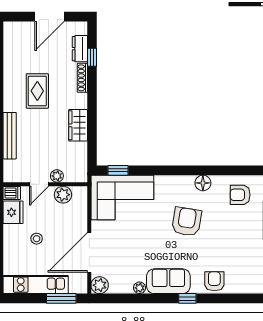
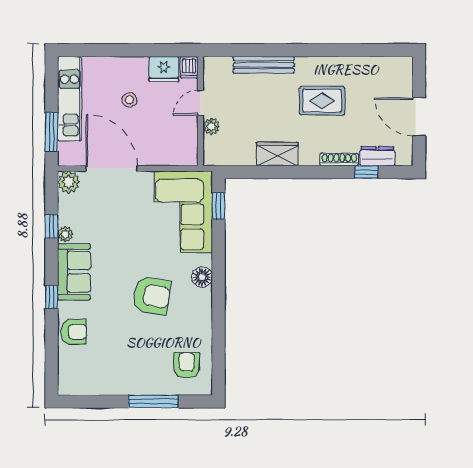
floor lamp: (203, 183) -> (202, 277), moved
door: (39, 184) -> (200, 103), hinge flipped
plant: (63, 195) -> (187, 134), removed
window: (134, 298) -> (51, 226), added

